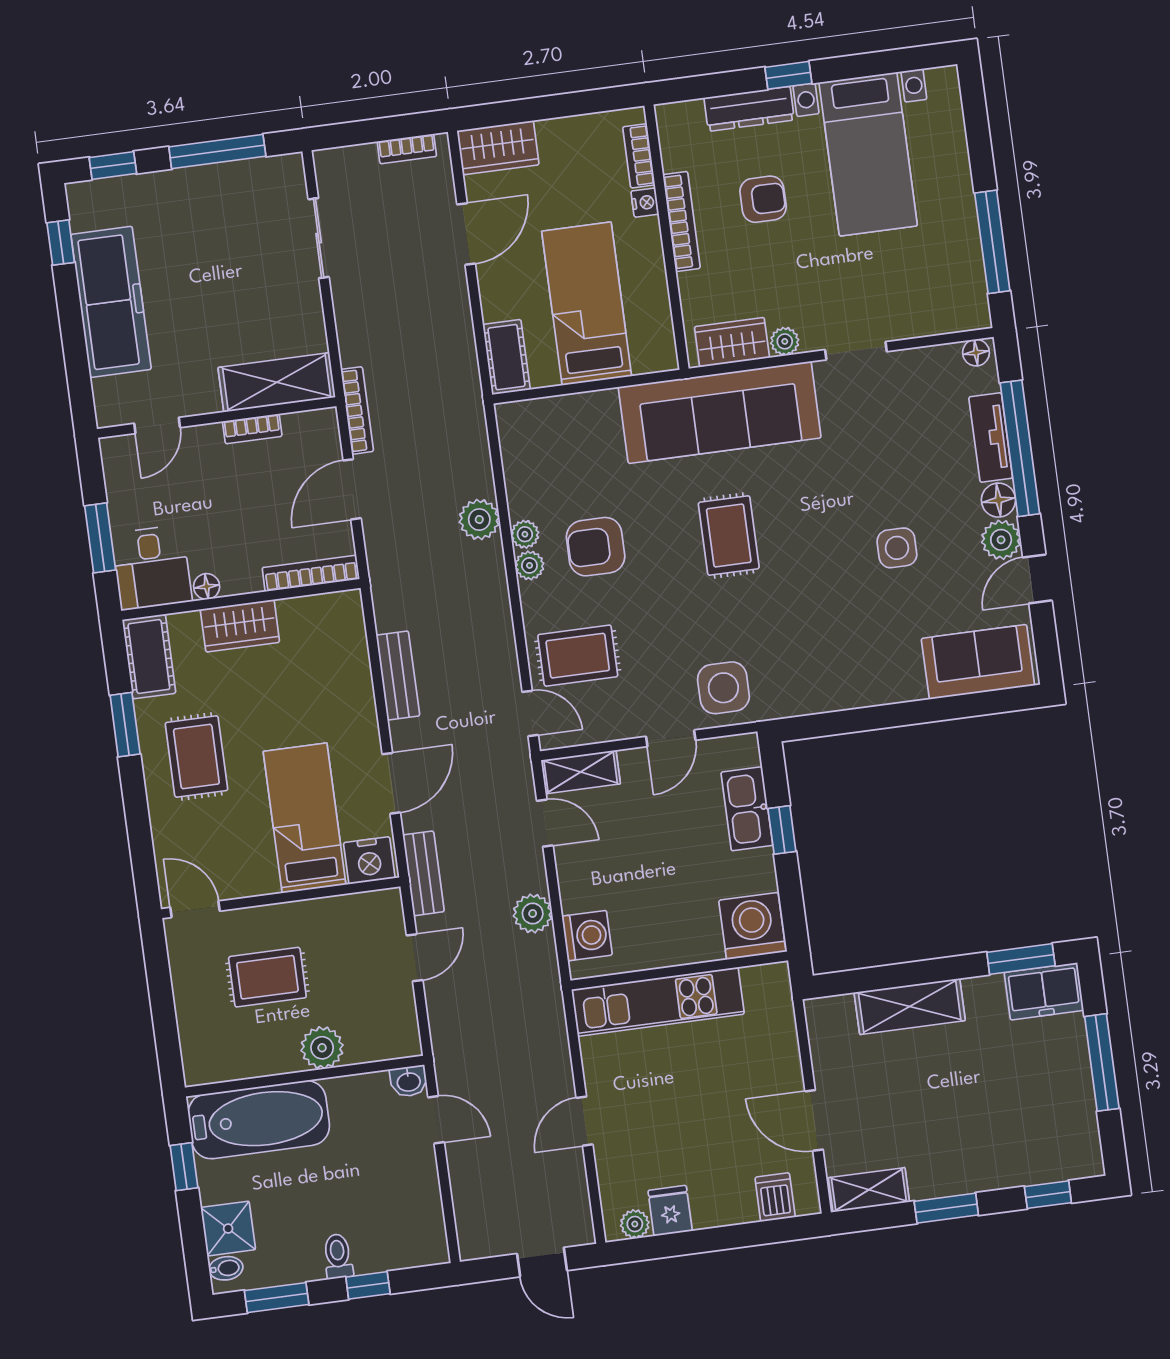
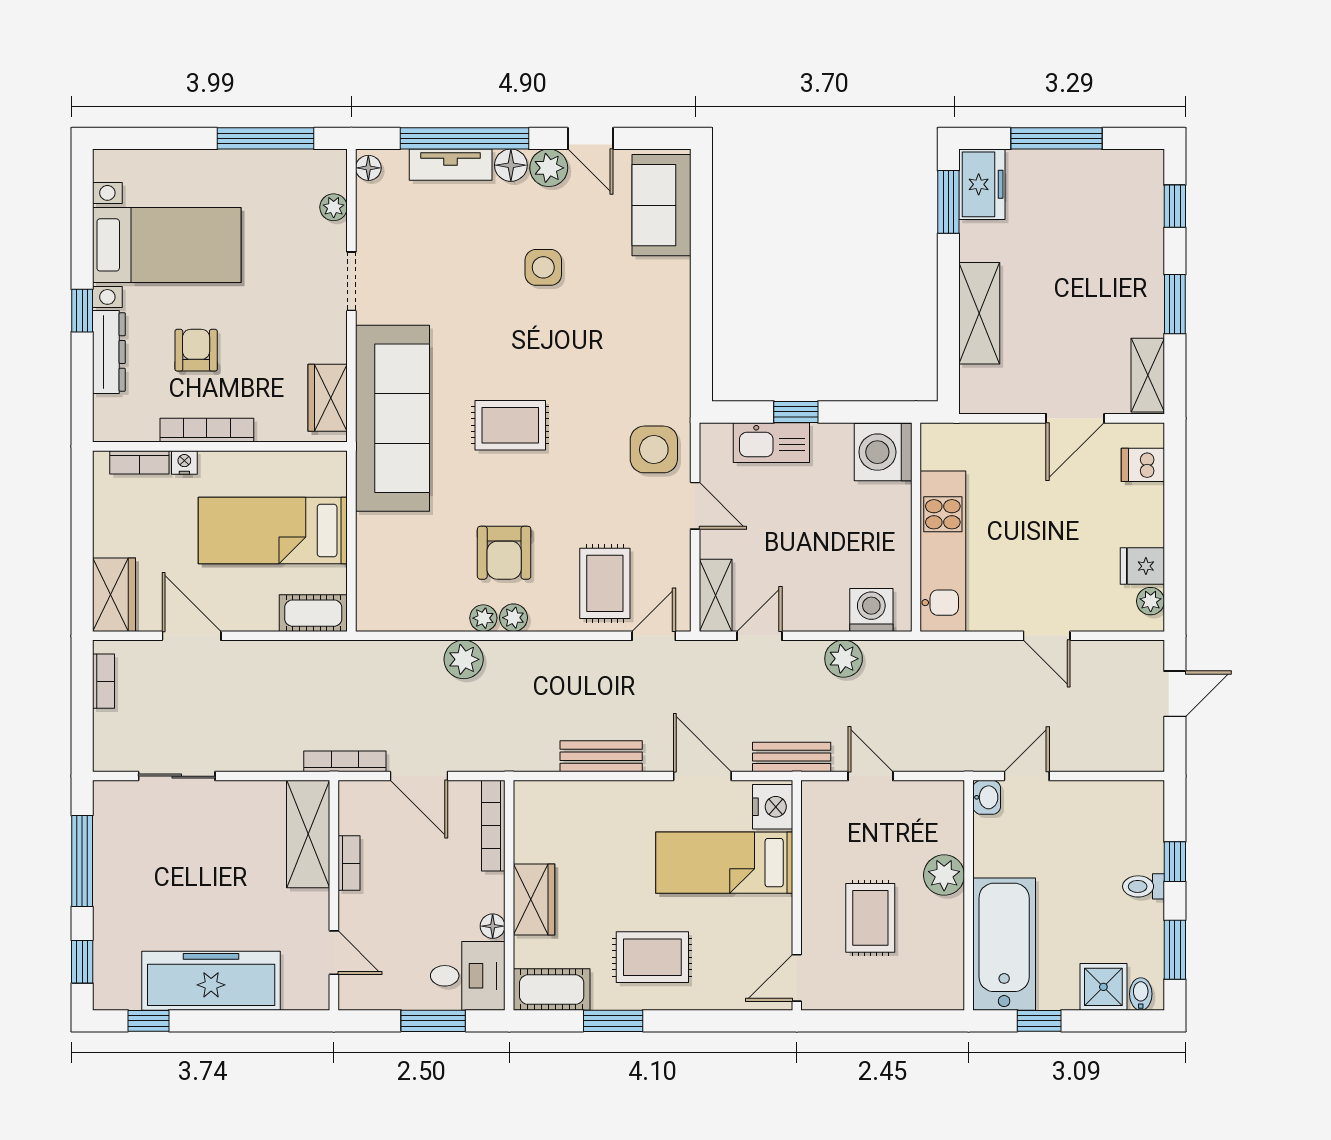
plant: (785, 341) -> (334, 207), moved

